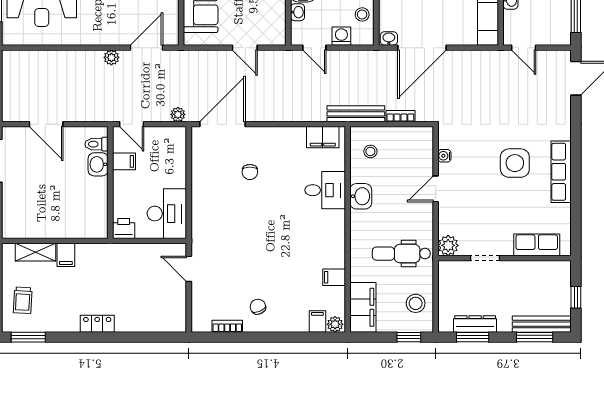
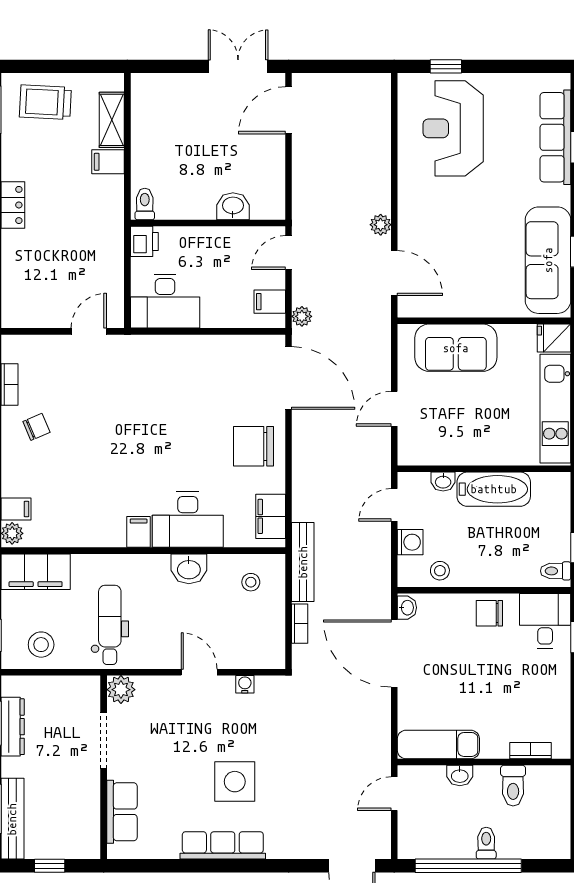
door: (46, 124) -> (289, 110), moved
toilet: (96, 144) -> (145, 204), moved
filing cabinet: (124, 161) -> (270, 302), moved, turned 90
chair: (250, 172) -> (253, 446), moved, width x1.87, depth x1.87
desk: (325, 190) -> (188, 520), width x1.37
doorway: (485, 258) -> (104, 740), width x1.38
filing cabinet: (334, 277) -> (139, 532), moved
trolley: (23, 300) -> (45, 102), width x1.36, depth x1.39

